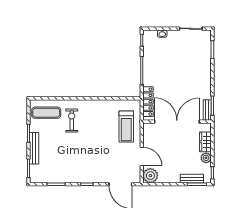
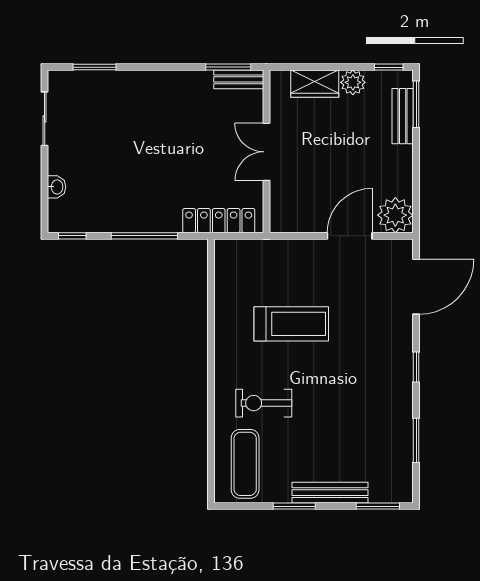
double door: (177, 122) -> (266, 152), width x0.54
treadmill: (126, 126) -> (291, 324), moved

